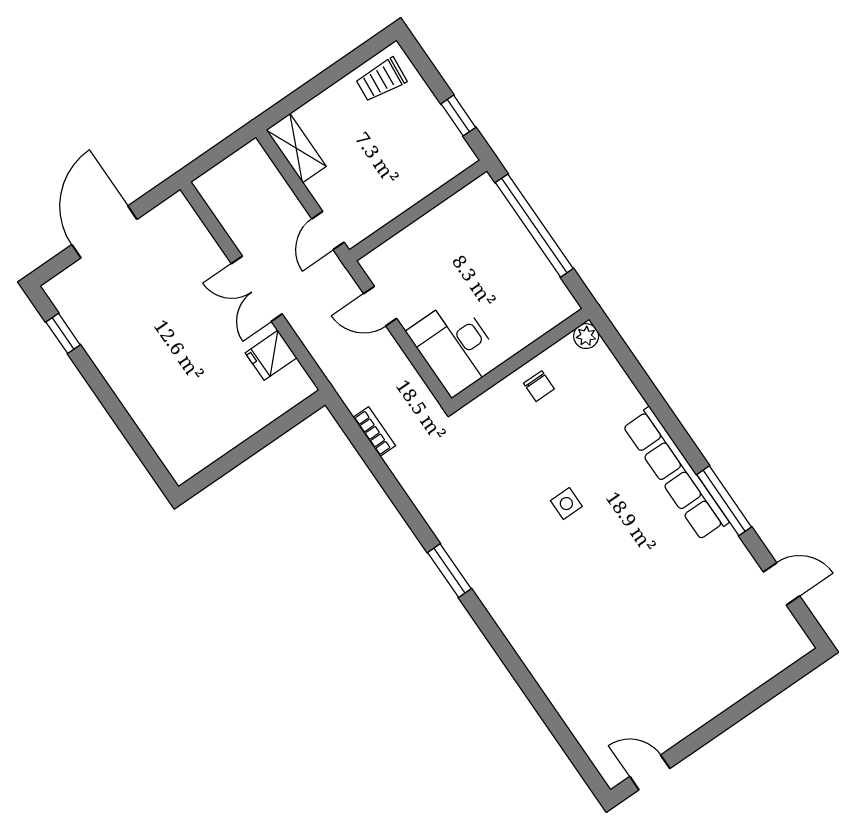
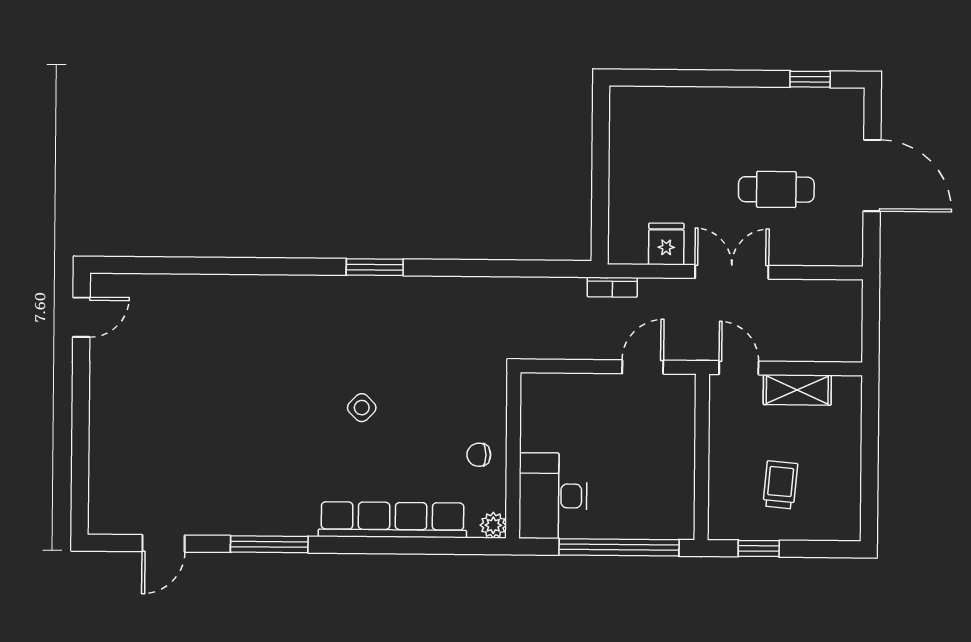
trolley: (381, 80) -> (780, 485), moved
shelving: (296, 148) -> (797, 390), moved
cafe table: (168, 299) -> (776, 189), added
desk: (455, 347) -> (553, 496), moved, turned -90
bookcase: (374, 432) -> (612, 287), moved
row of seats: (676, 474) -> (393, 520), moved
side table: (566, 504) -> (362, 408), turned 45

